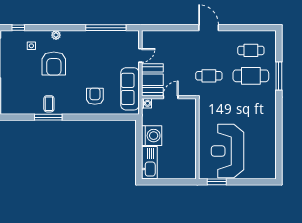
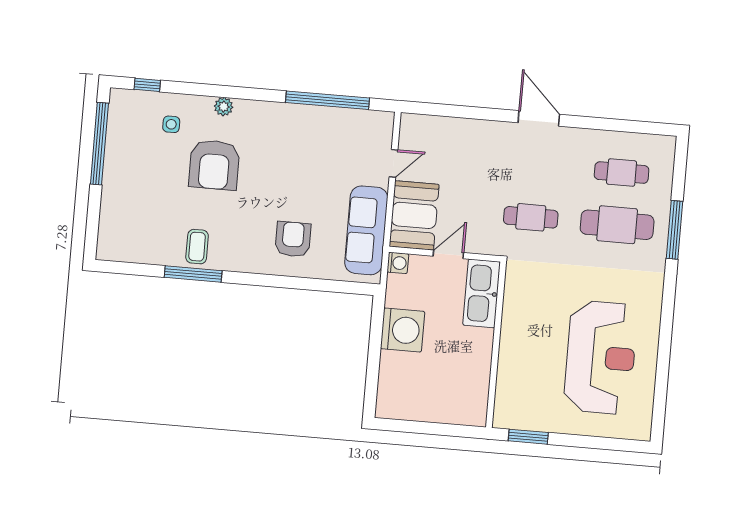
reception desk: (227, 151) -> (601, 357), moved, turned 180
kitchen sink: (149, 163) -> (482, 293), moved, turned 180

